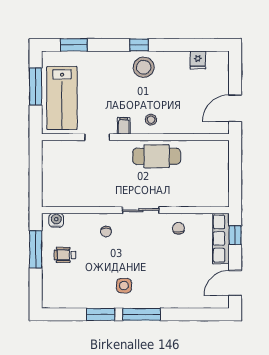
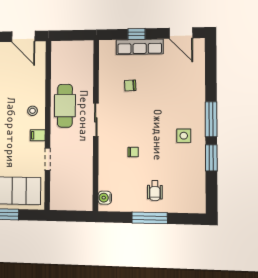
wall: (135, 210) -> (96, 125), moved
sliding door: (141, 210) -> (96, 120), moved
water cooler: (56, 220) -> (105, 198), moved

